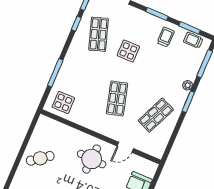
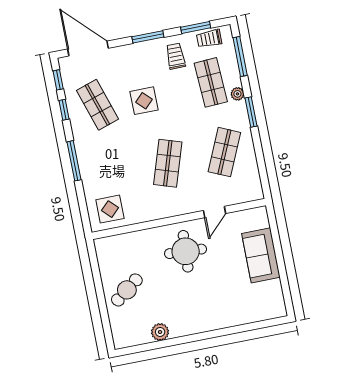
shop shelf: (176, 67) -> (211, 82), added
window: (55, 73) -> (74, 161), moved
shop shelf: (117, 99) -> (168, 163), turned 33

